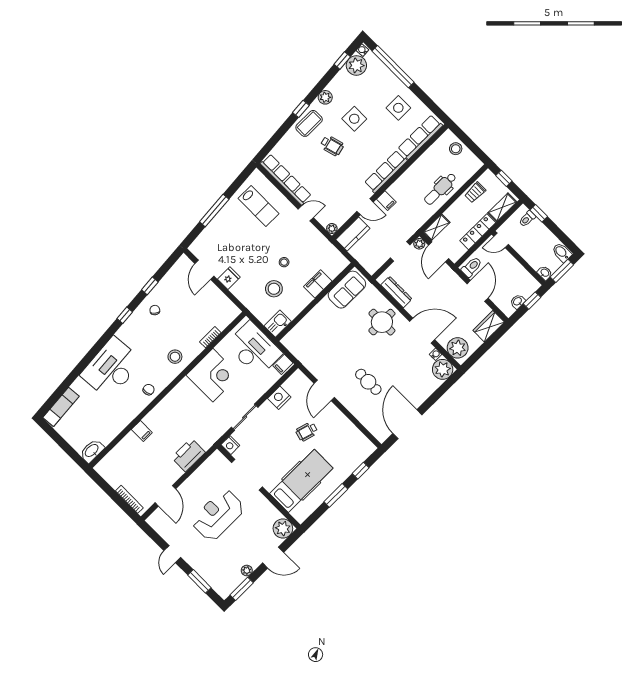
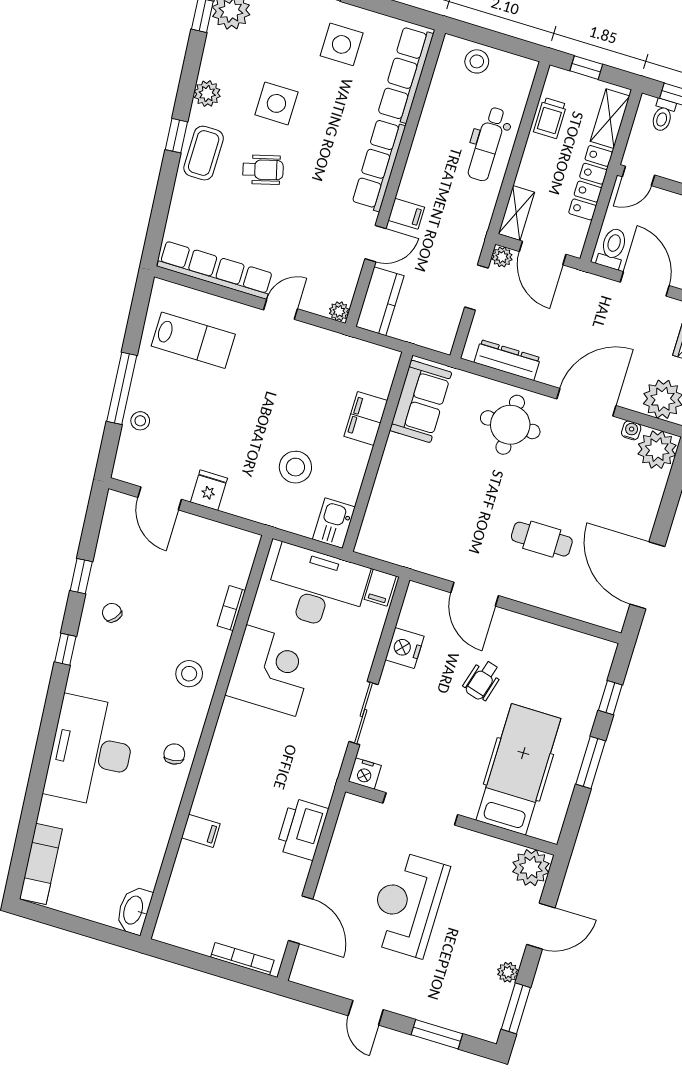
stool: (284, 262) -> (140, 421), moved

